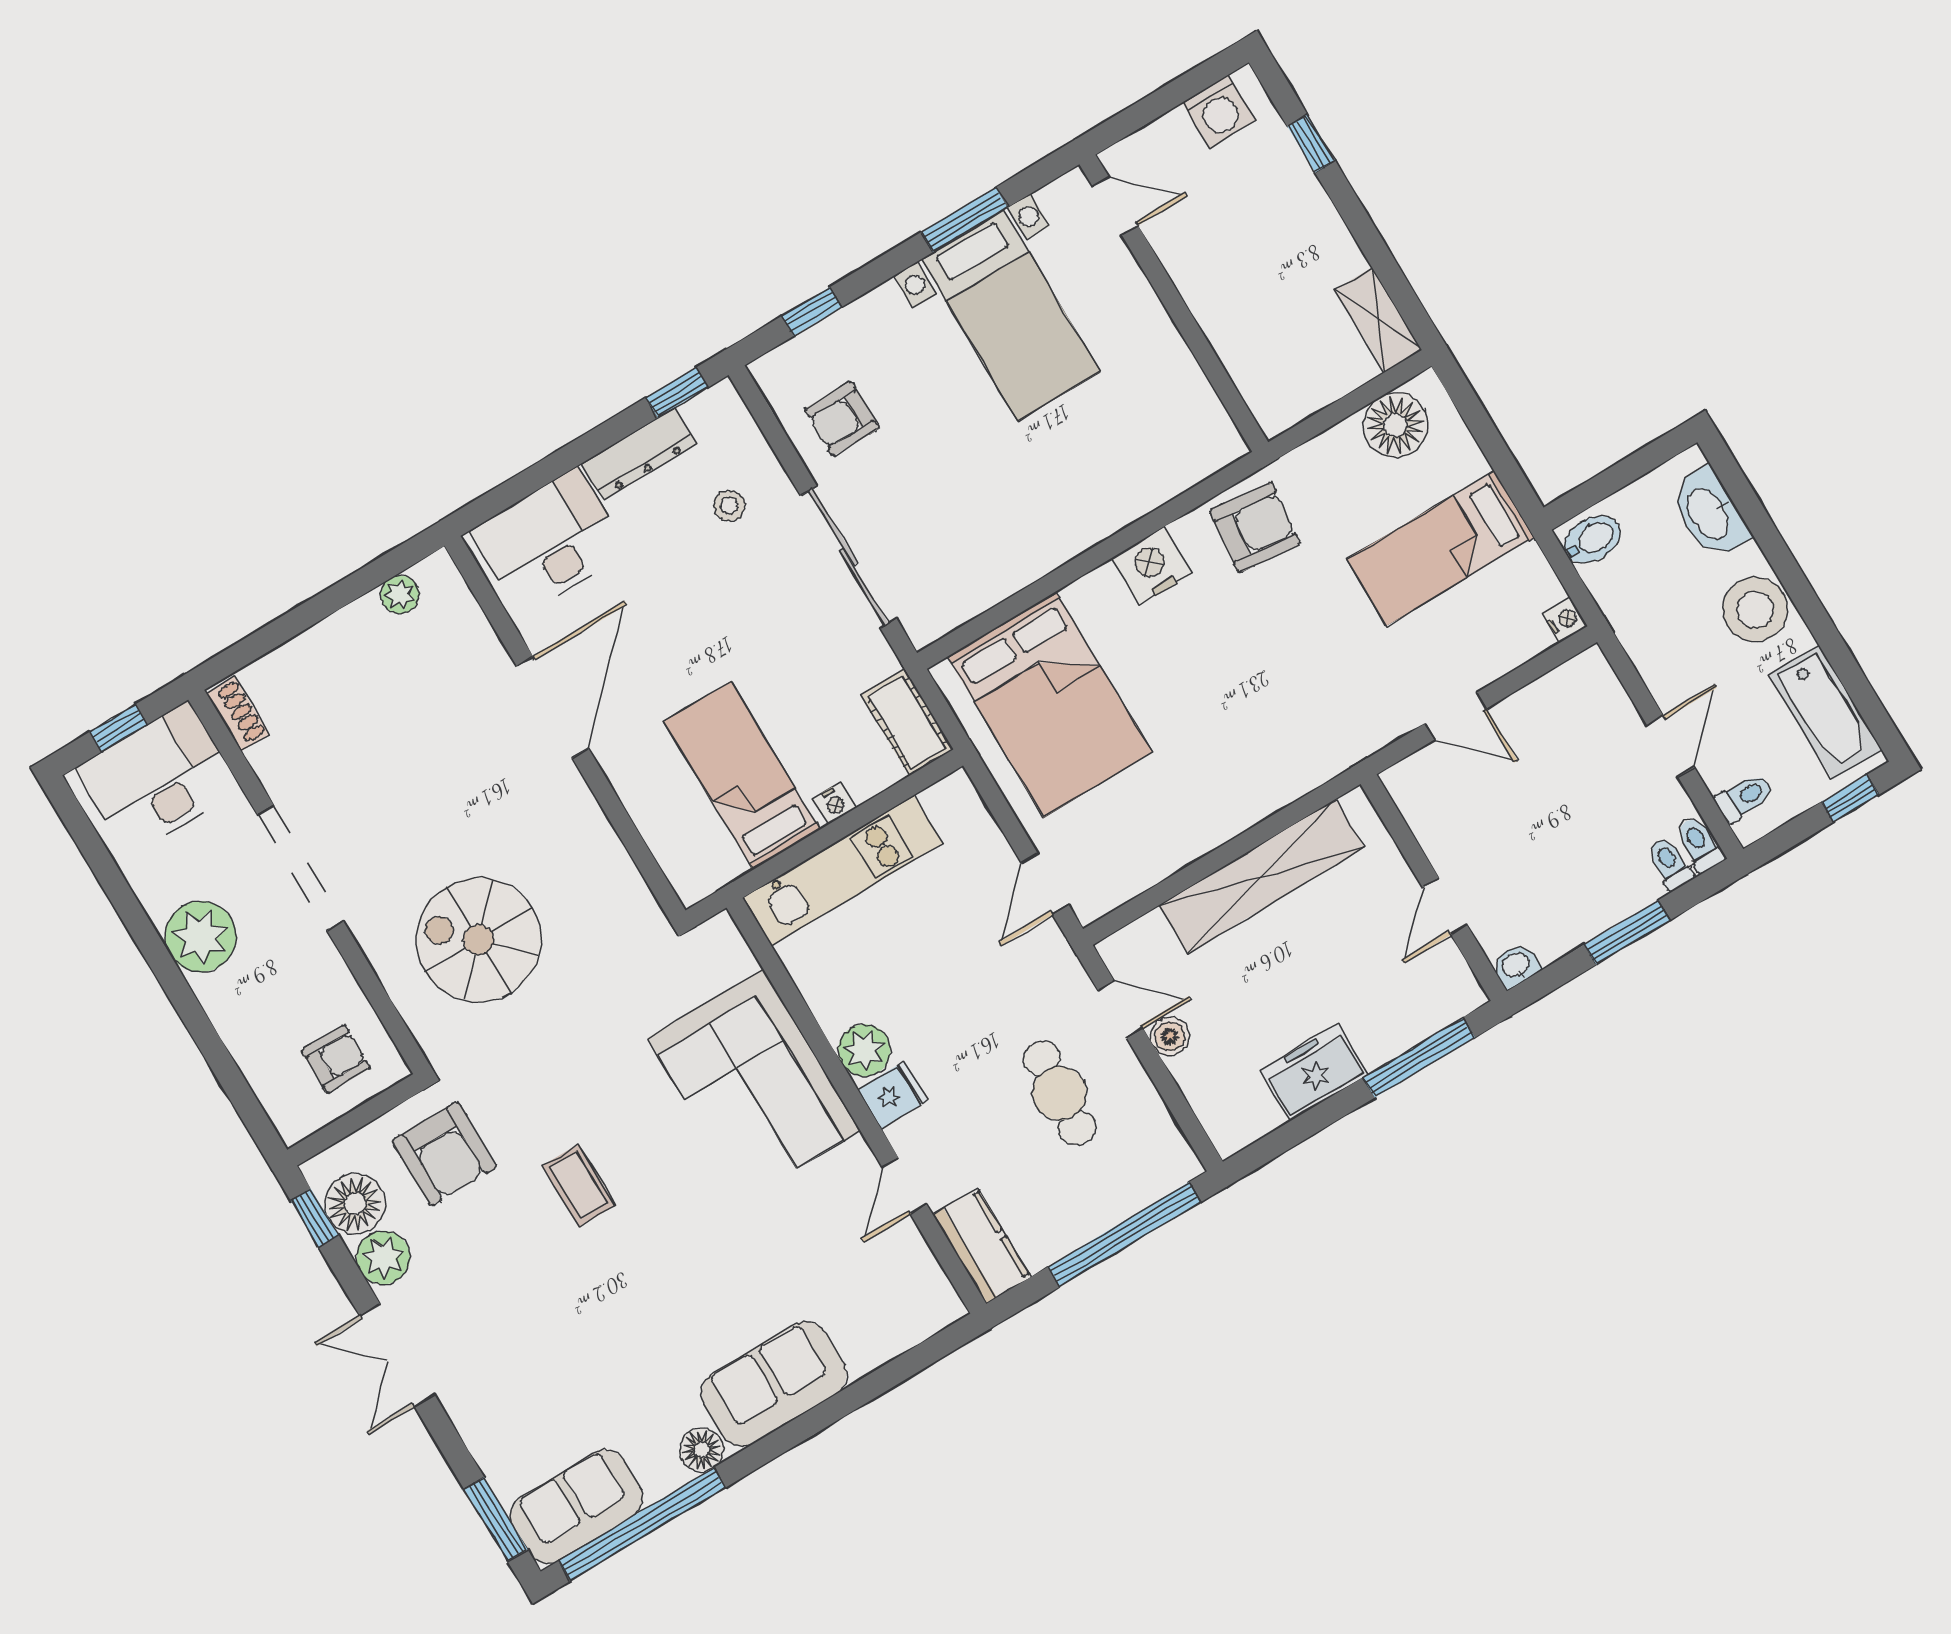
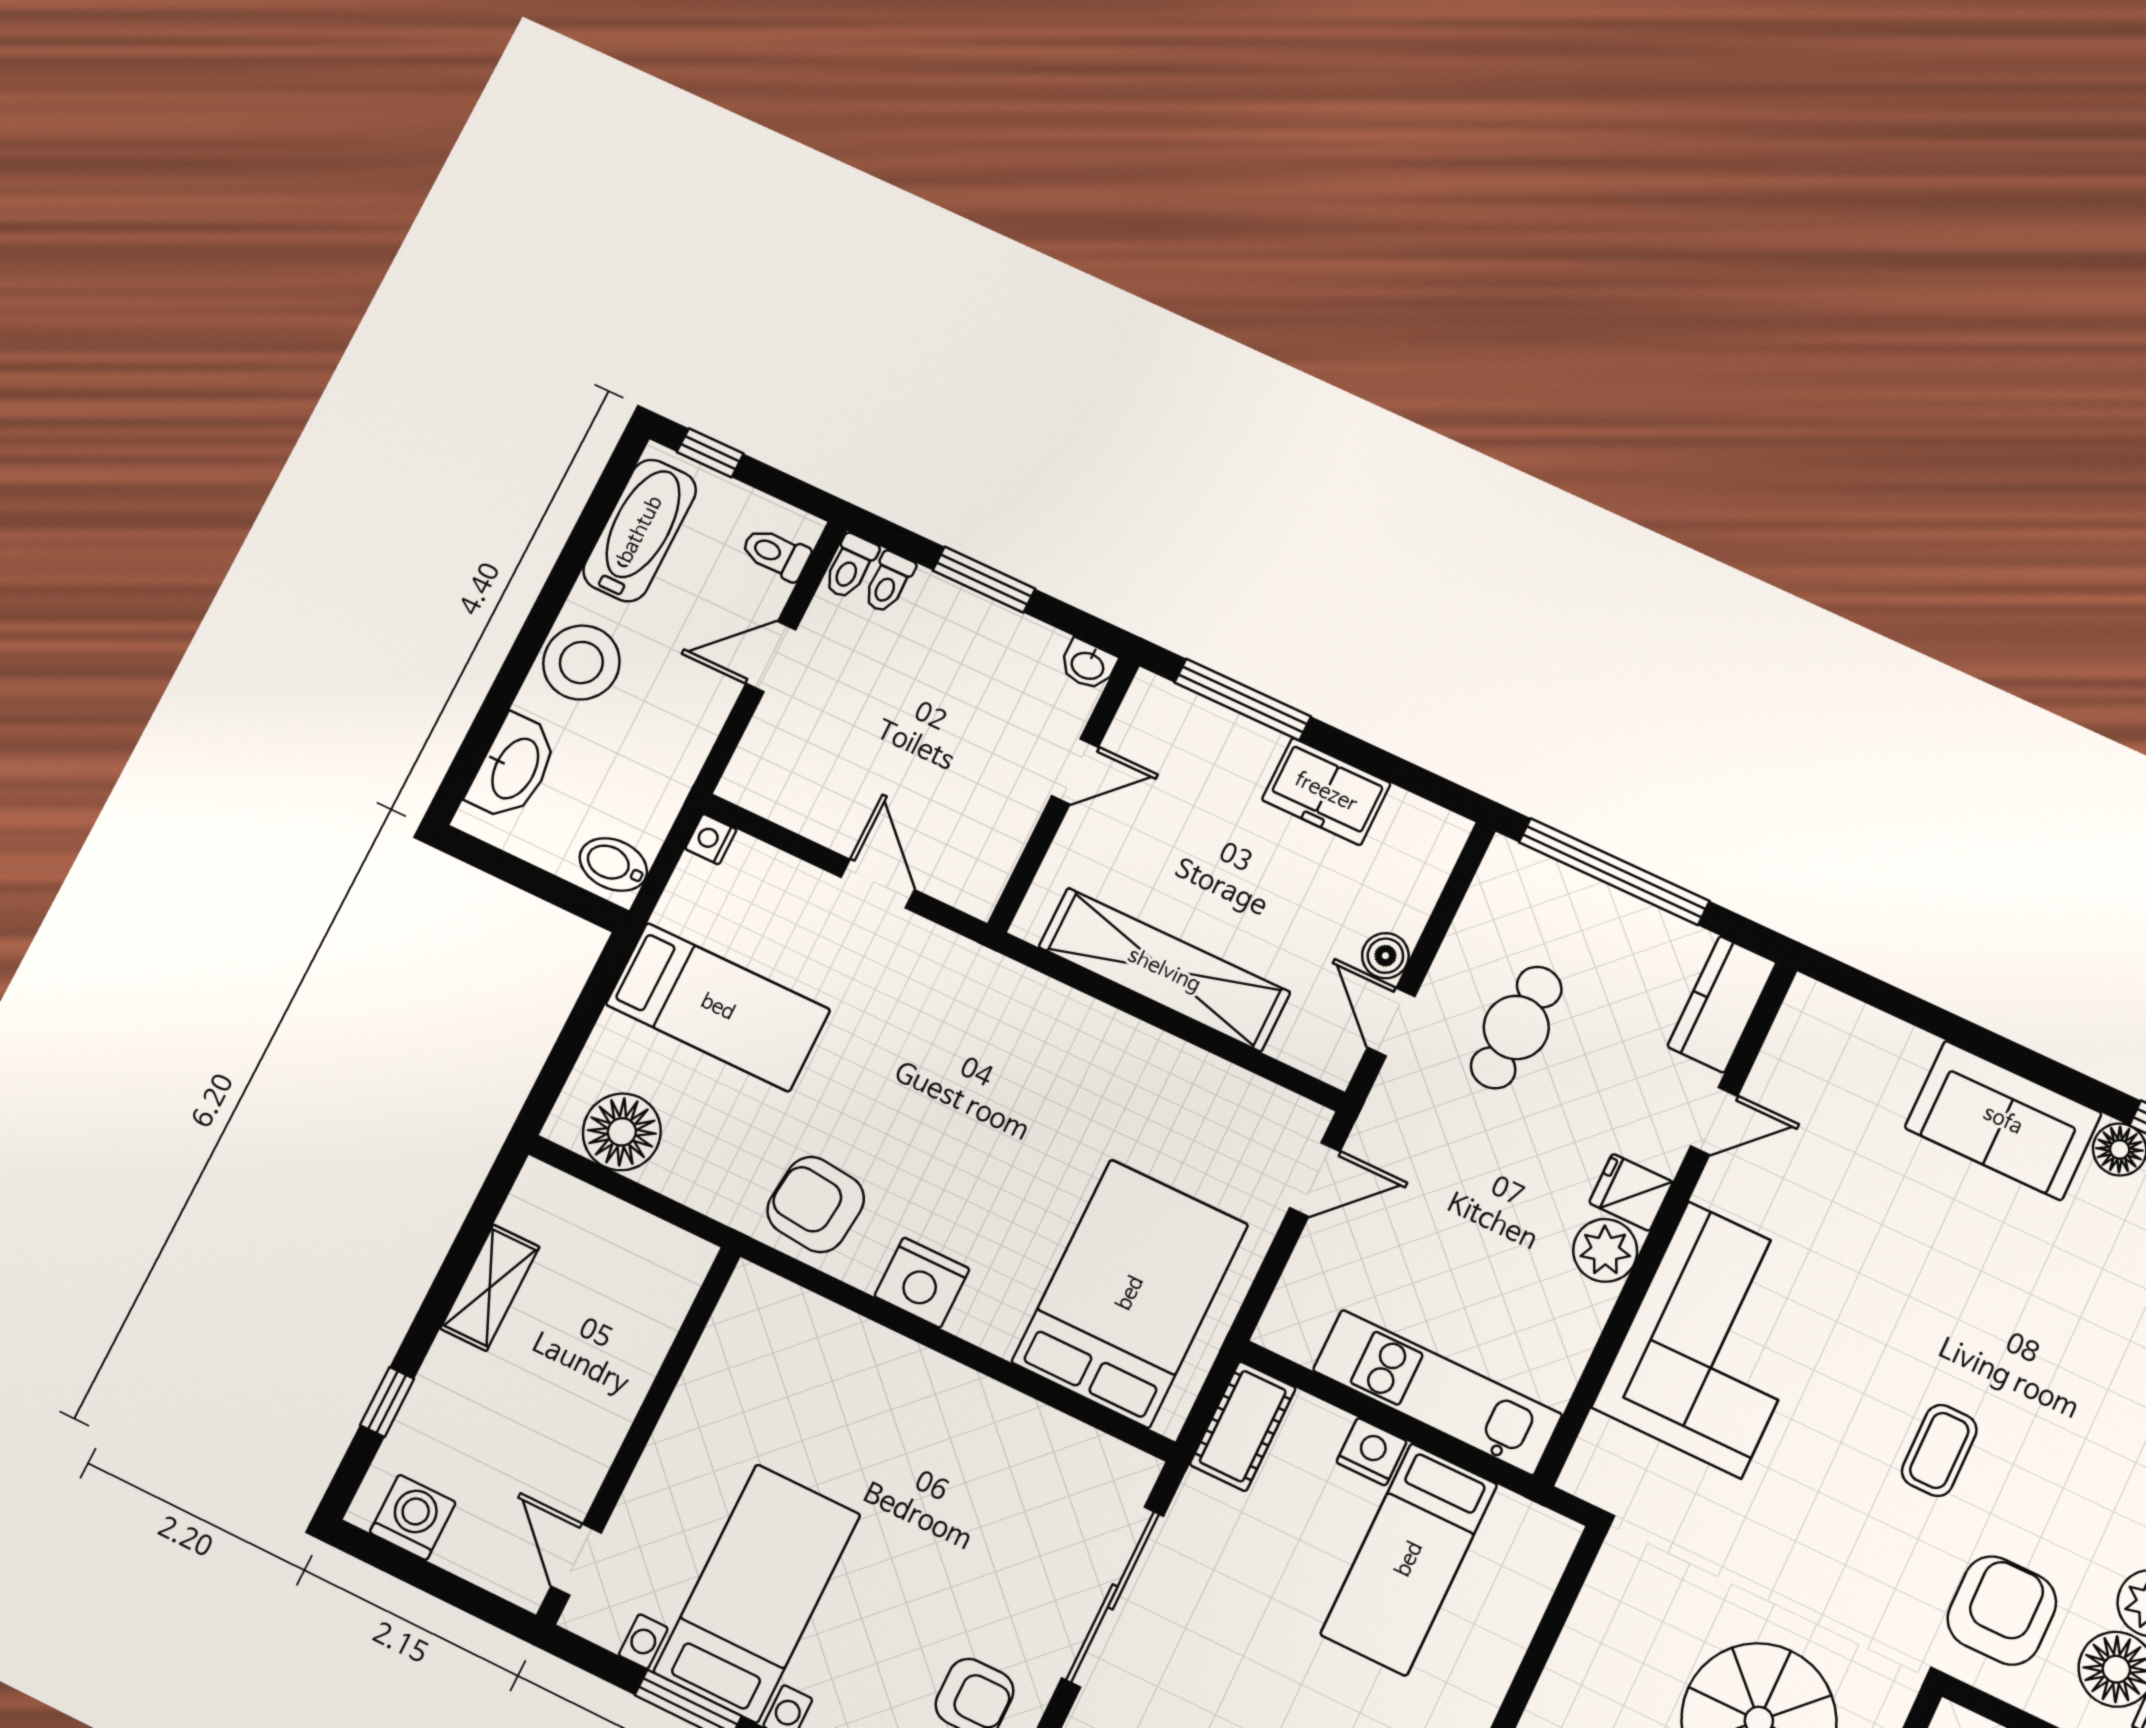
shelving: (1378, 320) -> (490, 1288), moved
nightstand: (834, 803) -> (1372, 1452), width x1.39, depth x1.35

